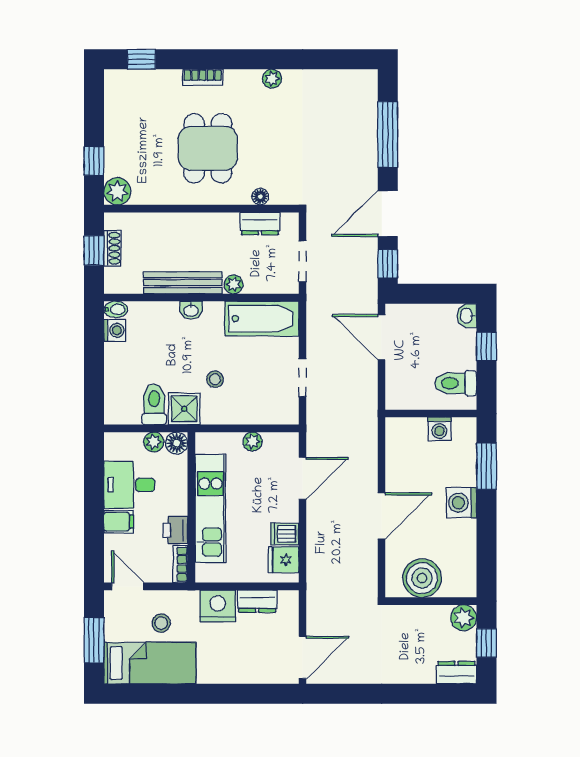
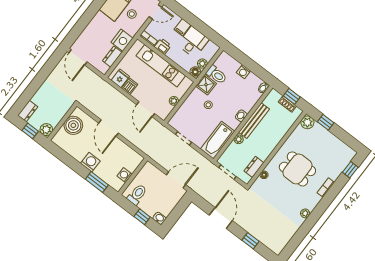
window: (388, 135) -> (251, 241), width x0.46
window: (388, 264) -> (202, 203), removed
washing machine: (115, 330) -> (243, 72), moved

